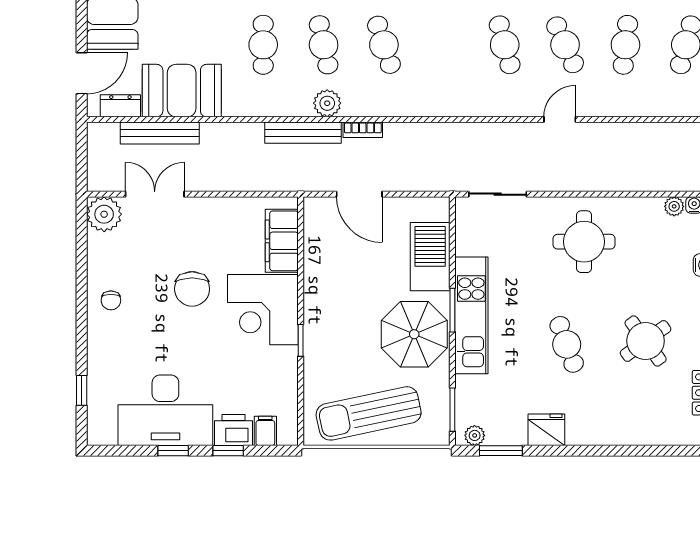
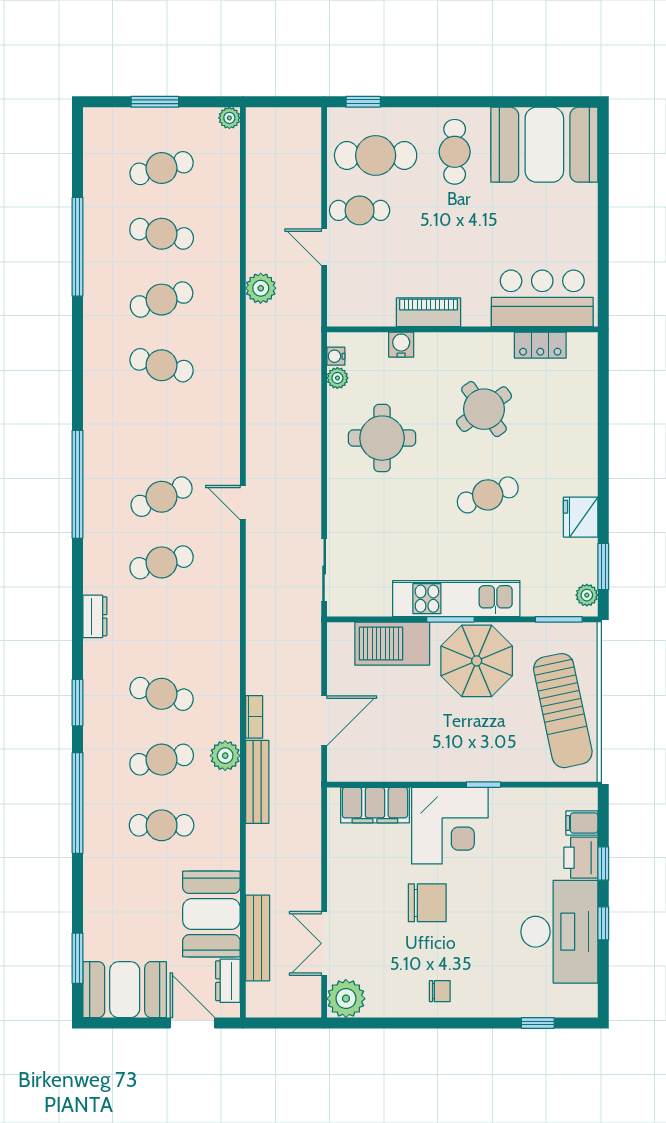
cafe table: (384, 45) -> (162, 694), turned 33
cafe table: (625, 45) -> (162, 431), removed
round table: (584, 242) -> (382, 438), moved

